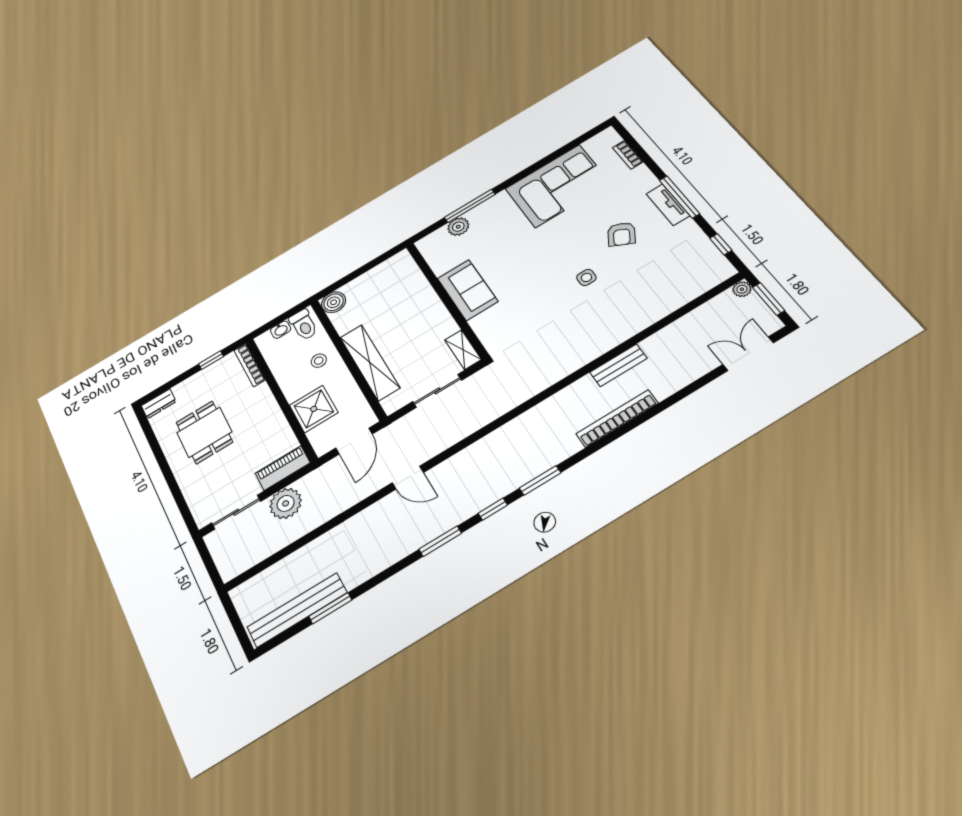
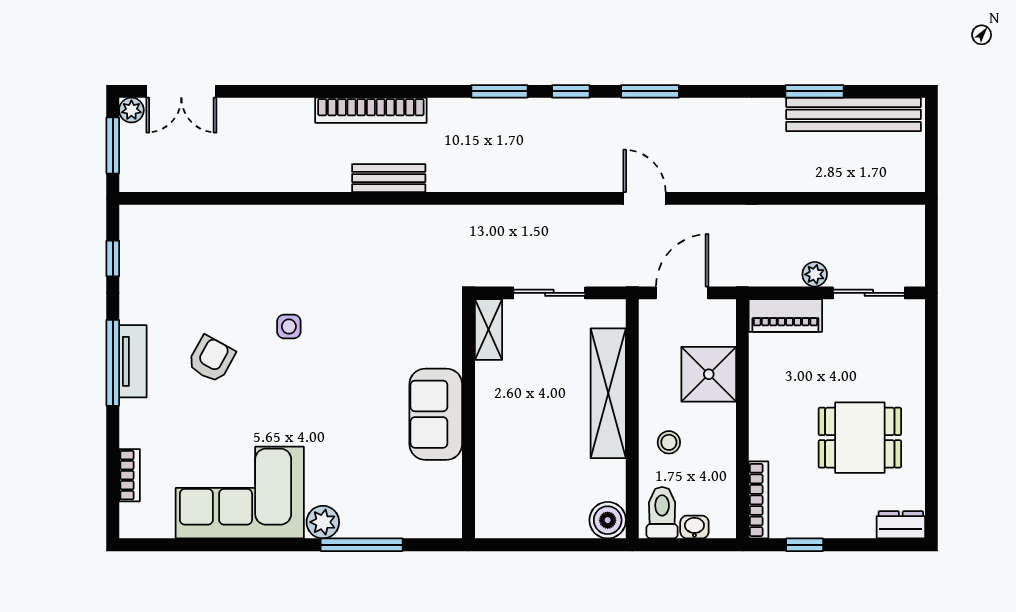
plant: (458, 227) -> (323, 522), moved
plant: (742, 289) -> (131, 110), moved
bench: (618, 365) -> (389, 178), moved
dining table: (204, 432) -> (860, 438), turned 90
plant: (286, 503) -> (815, 274), width x0.53, depth x0.53

